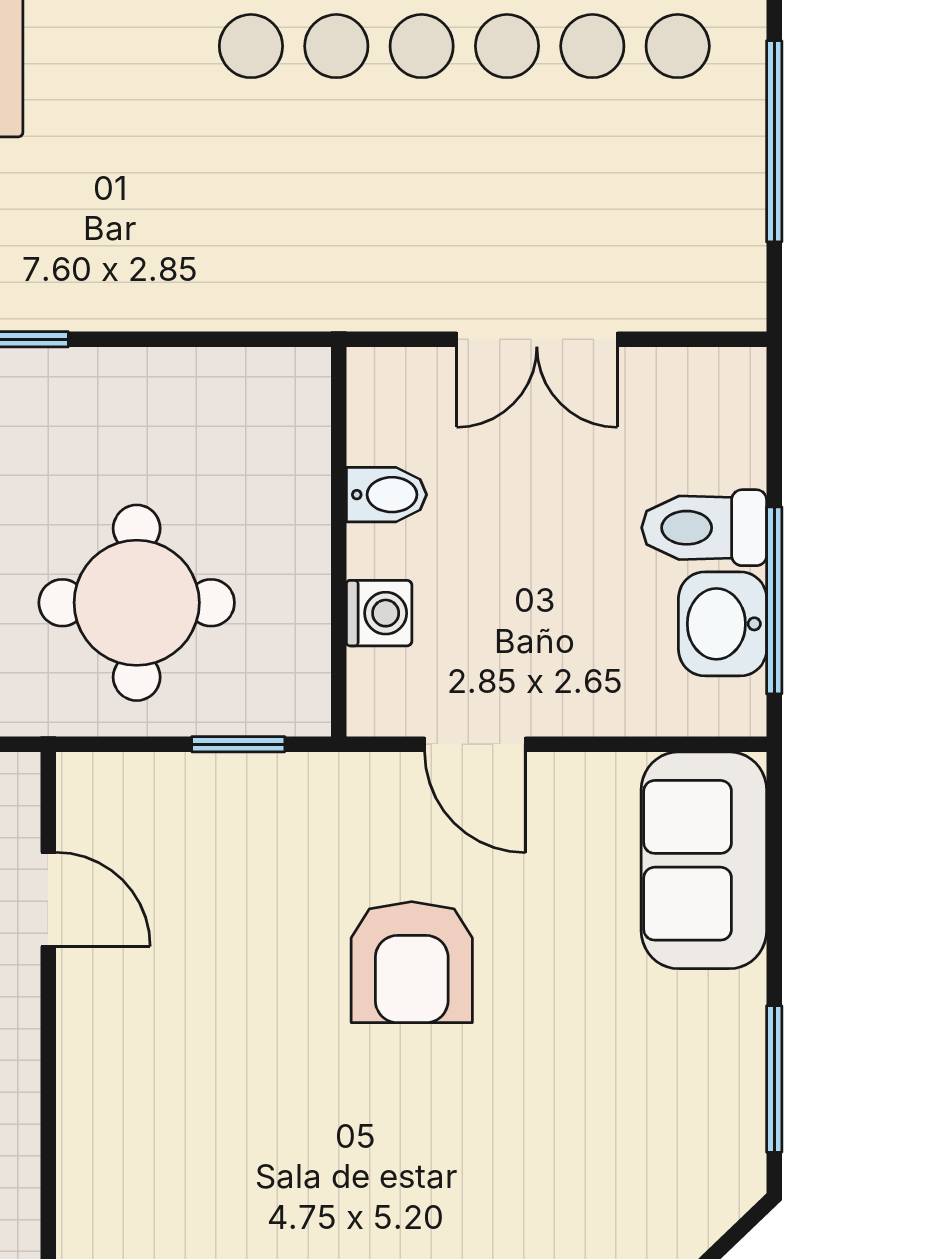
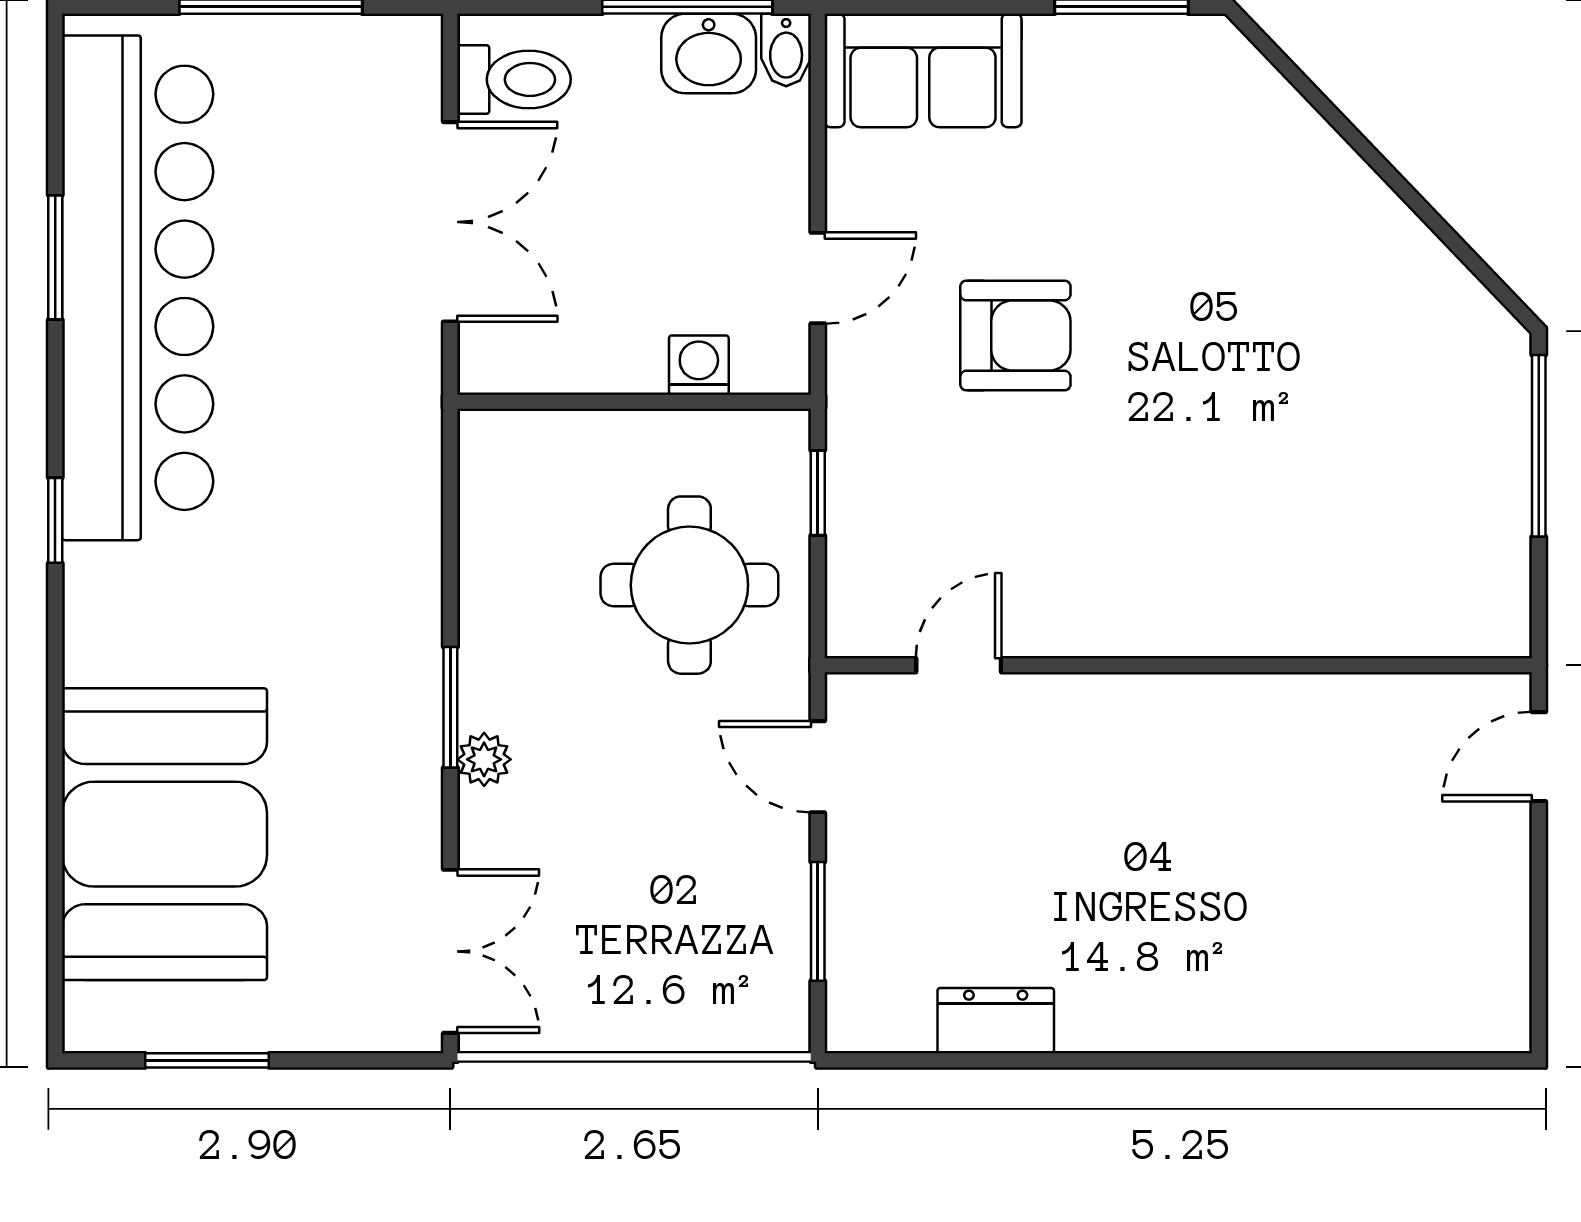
double door: (537, 339) -> (450, 222), width x1.37
bidet: (386, 495) -> (786, 50), moved, turned 180
toilet: (704, 528) -> (514, 79), moved, turned -90

